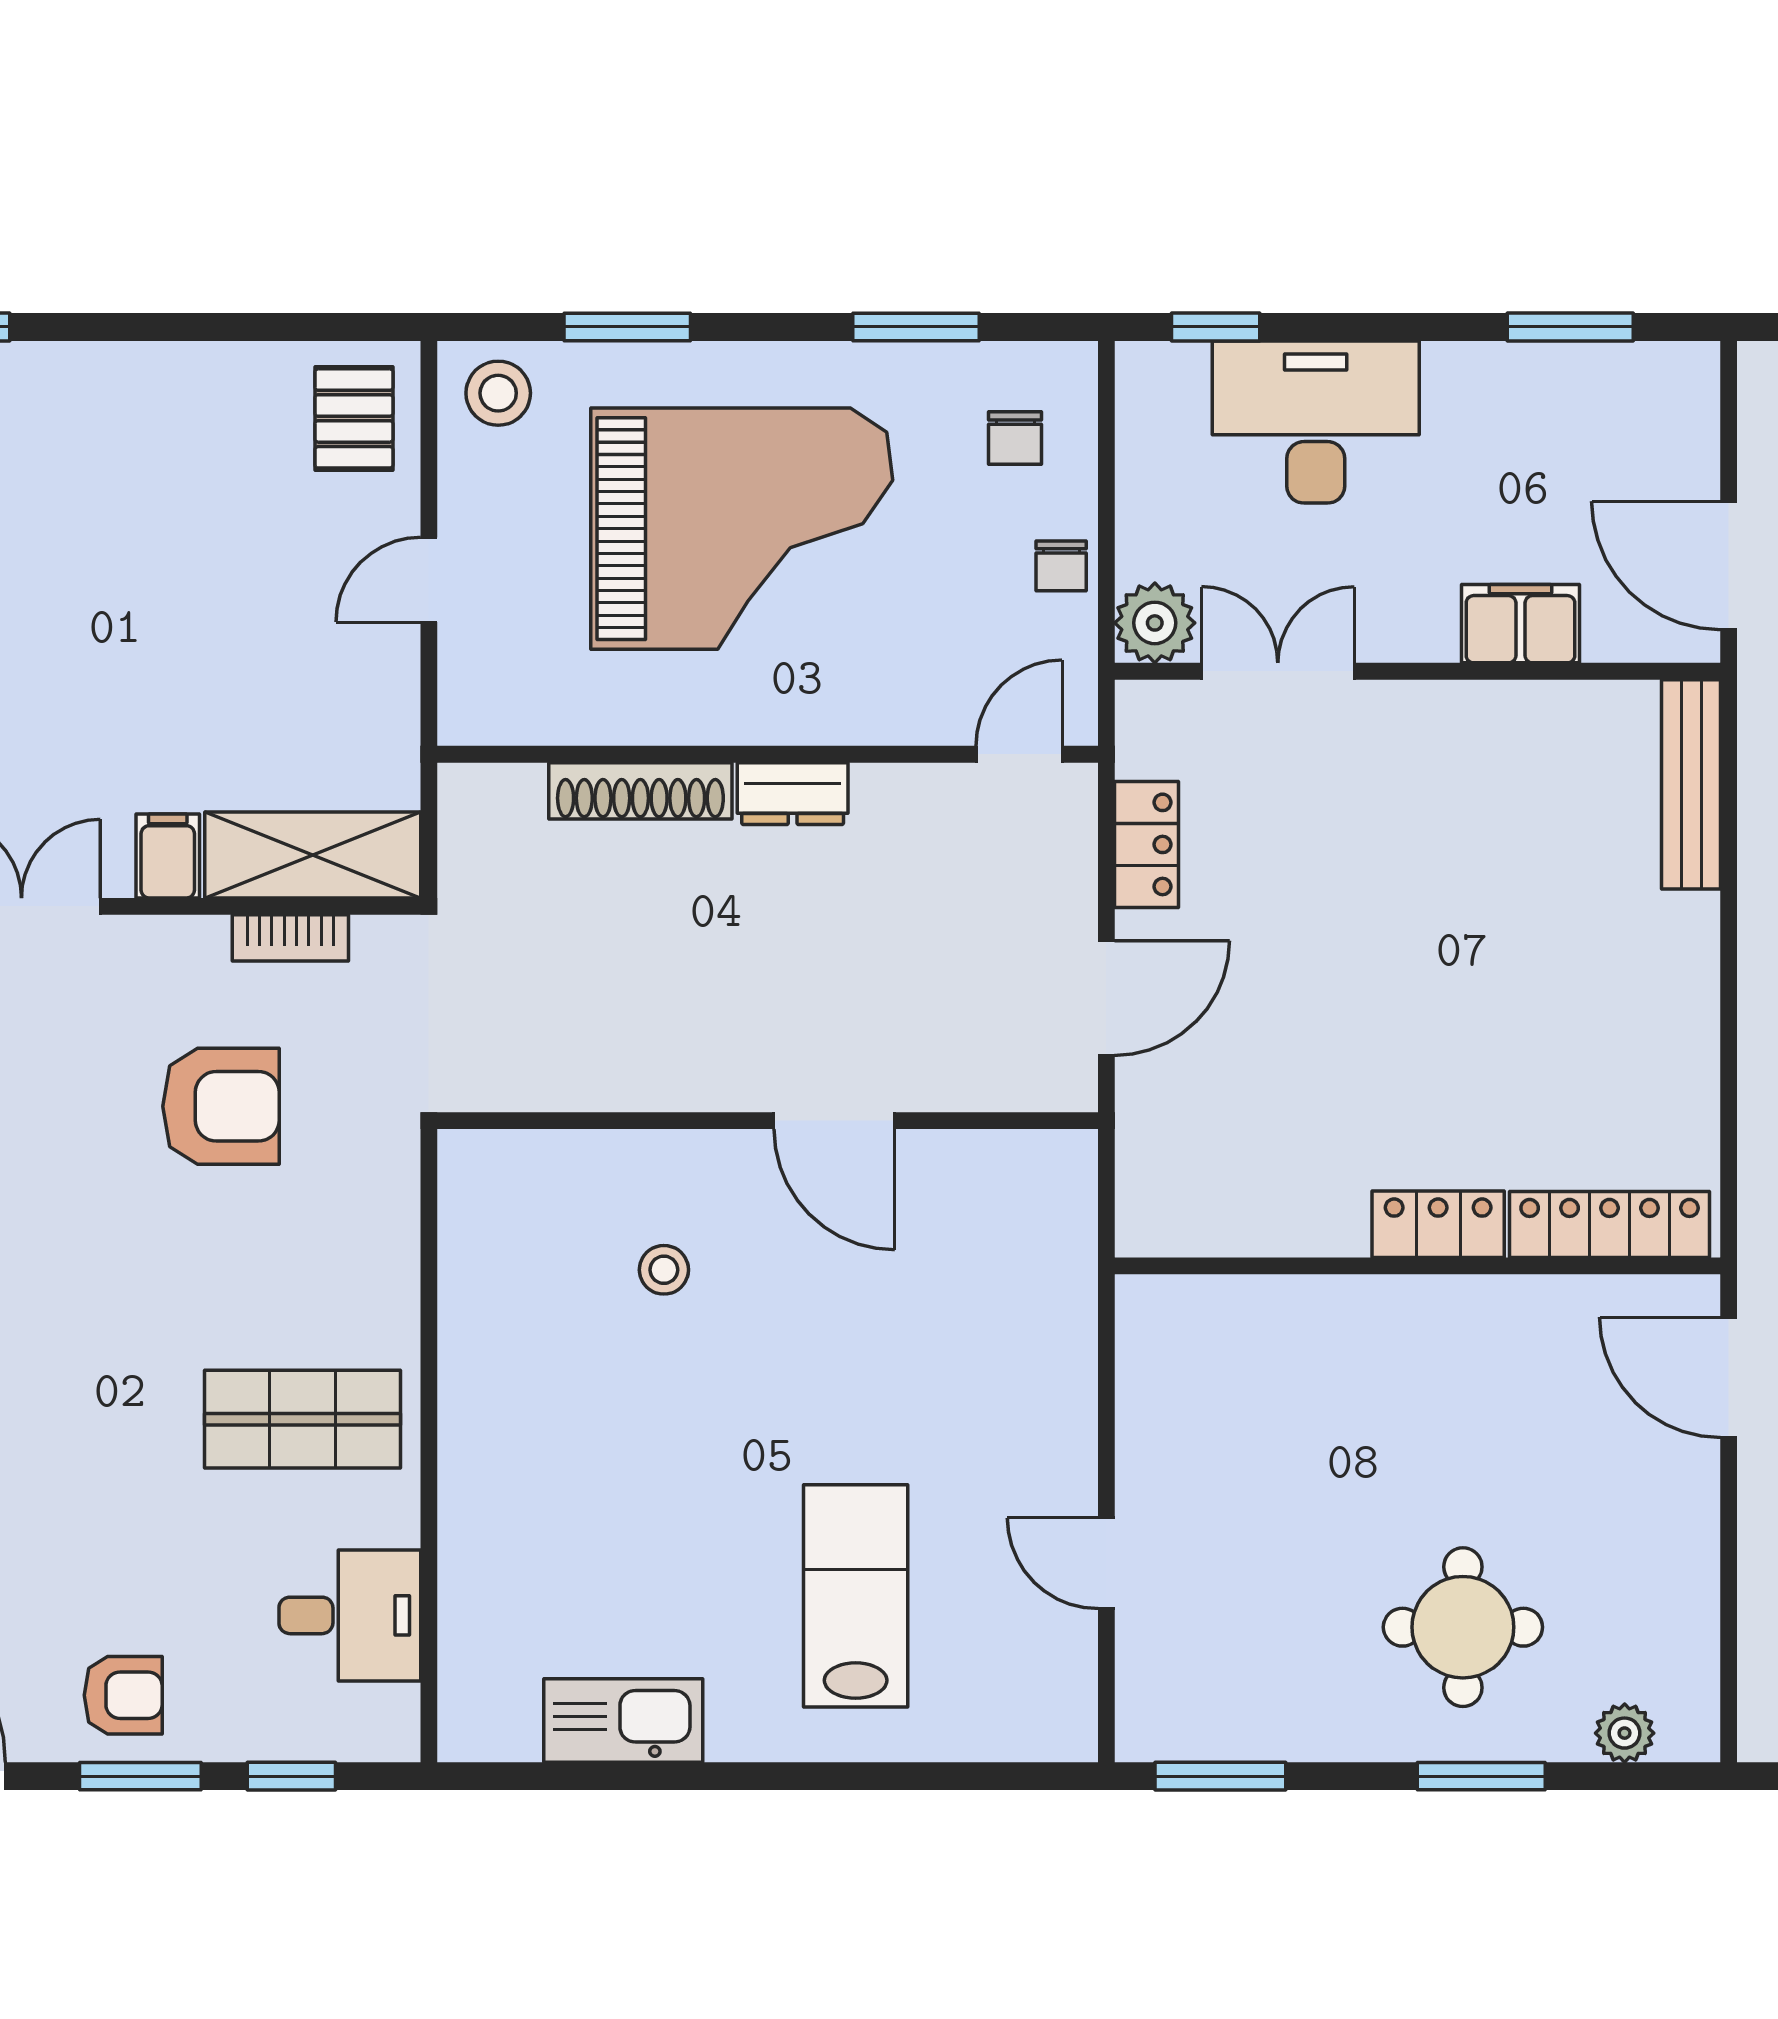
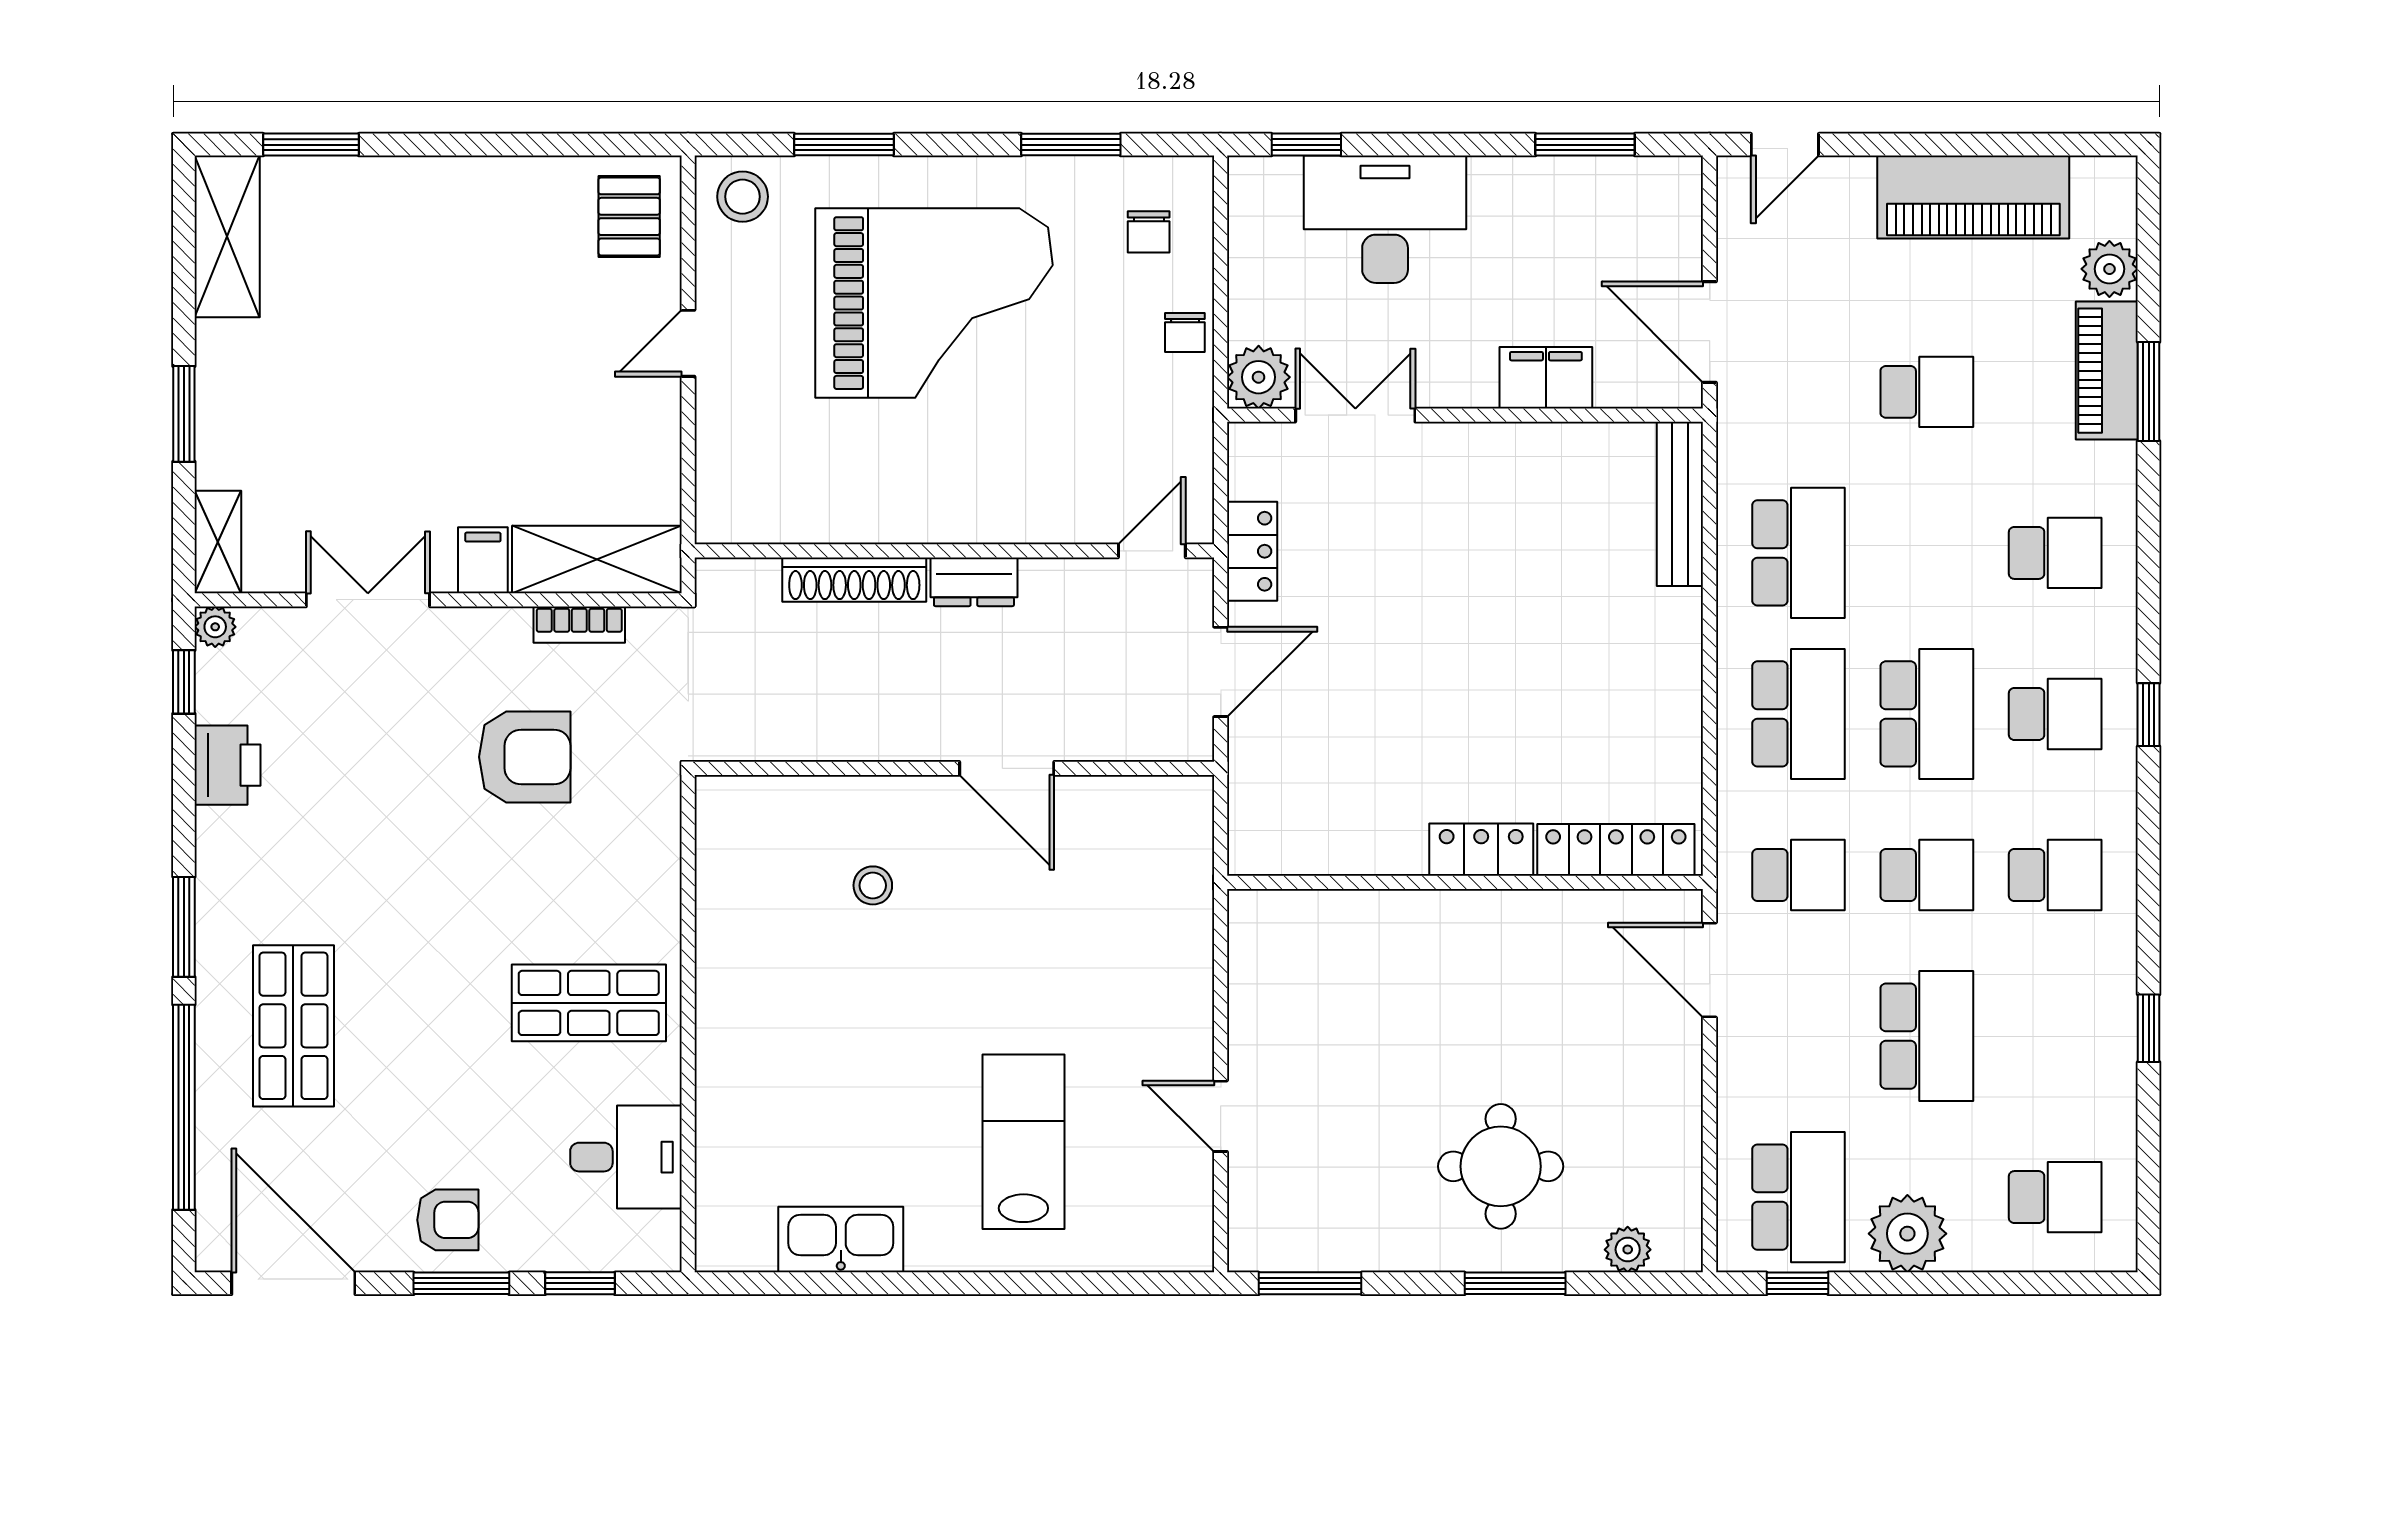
wall: (768, 754) -> (954, 551), moved
door: (1019, 754) -> (1152, 551), moved
shoe rack: (640, 791) -> (854, 580), moved
dresser: (793, 794) -> (974, 582), moved

